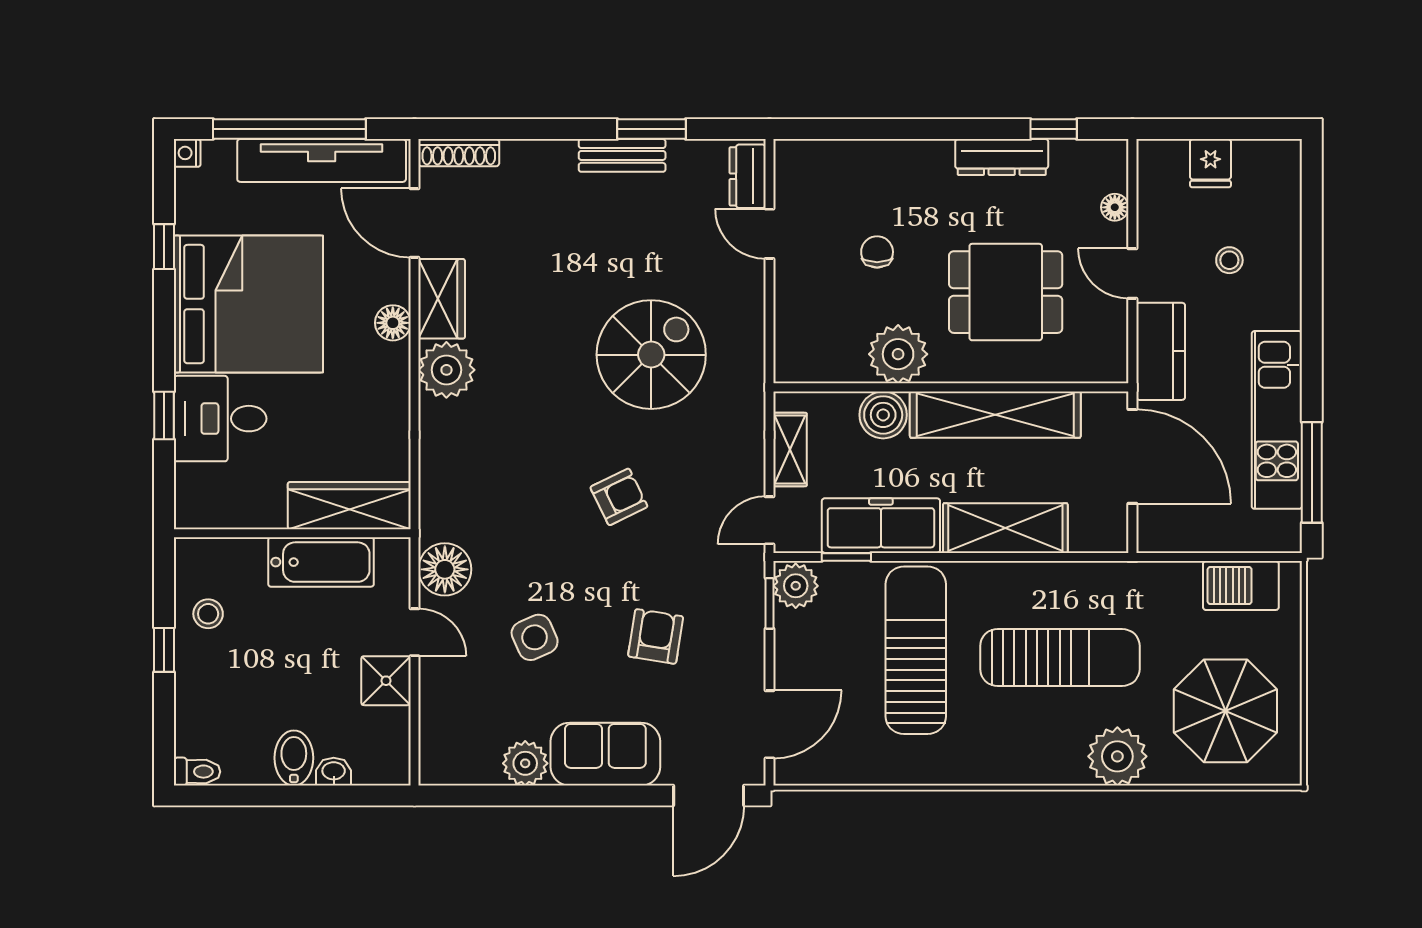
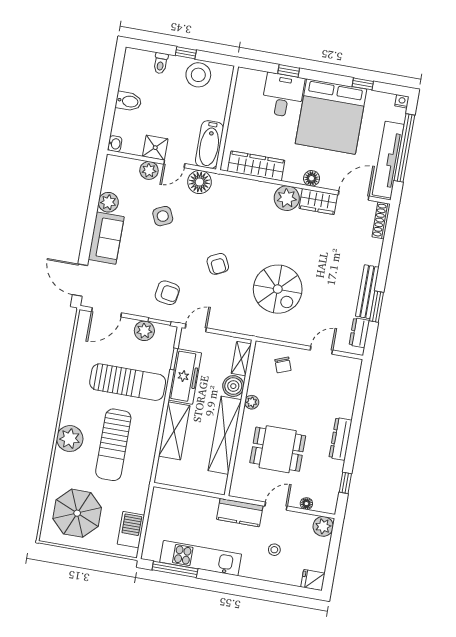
bench: (622, 155) -> (367, 292), width x1.36
dresser: (1002, 157) -> (340, 439), moved
plant: (1159, 161) -> (323, 526), added
fridge: (1210, 163) -> (313, 580), moved
dresser: (748, 176) -> (359, 333), moved, turned -90
chair: (877, 252) -> (283, 365), moved, turned 69
dining table: (1006, 292) -> (278, 449), turned 90
plant: (898, 354) -> (252, 402), width x0.53, depth x0.53
shelving: (790, 450) -> (241, 359), moved, turned 90
door: (1132, 456) -> (196, 492), removed
wardrobe: (349, 506) -> (256, 166), moved, turned -90
door: (769, 520) -> (196, 328), hinge flipped
bathtub: (321, 562) -> (209, 144), moved
plant: (796, 586) -> (144, 331), moved
stool: (208, 614) -> (198, 75), width x1.89, depth x1.89
armchair: (656, 636) -> (167, 293), moved
plant: (439, 686) -> (149, 170), added
door: (769, 724) -> (106, 312), hinge flipped
plant: (1117, 756) -> (70, 439), moved
toilet: (197, 772) -> (161, 63), moved
washbasin: (334, 772) -> (115, 144), moved

